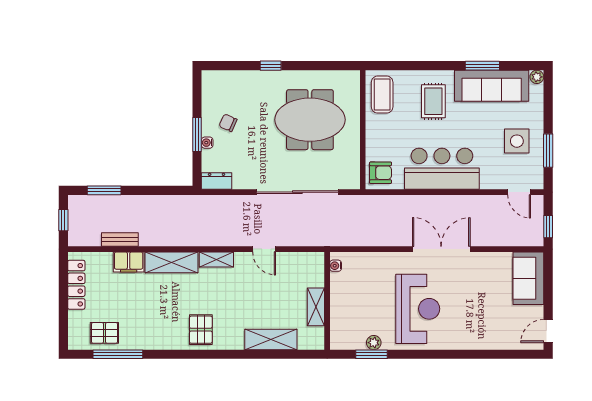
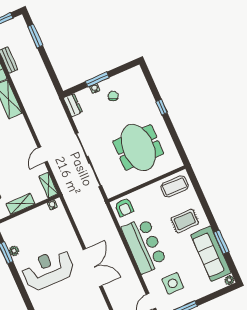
side table: (517, 141) -> (173, 283), moved
shelving: (216, 259) -> (48, 185), moved
reception desk: (418, 309) -> (48, 269), turned 180

